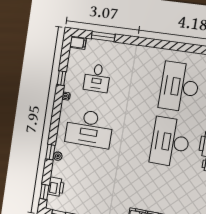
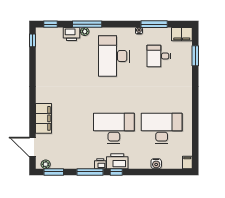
filing cabinet: (78, 43) -> (182, 34), width x2.00
window: (62, 78) -> (154, 24), width x2.17
window: (50, 152) -> (87, 24), width x2.17
printer: (56, 187) -> (72, 34), moved

